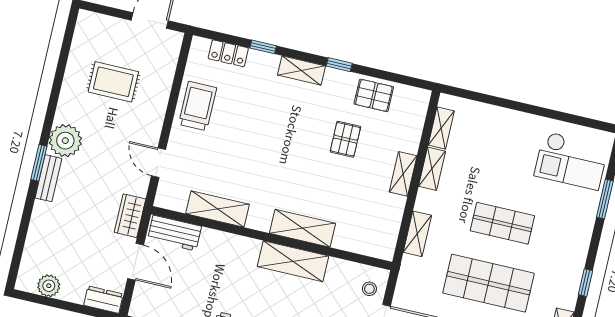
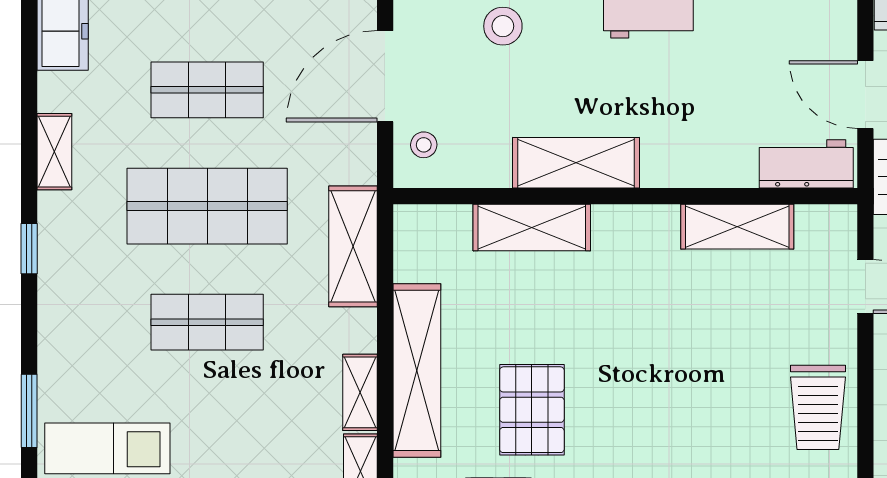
pallet: (345, 139) -> (532, 410), width x1.50, depth x1.42
shelving: (403, 174) -> (417, 370), width x2.20, depth x1.33
shelving: (302, 228) -> (532, 228), moved
shelving: (417, 234) -> (353, 246), width x1.50, depth x1.33

